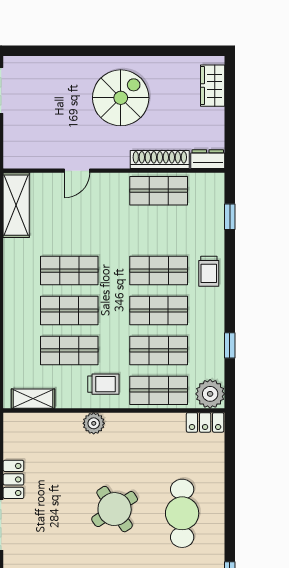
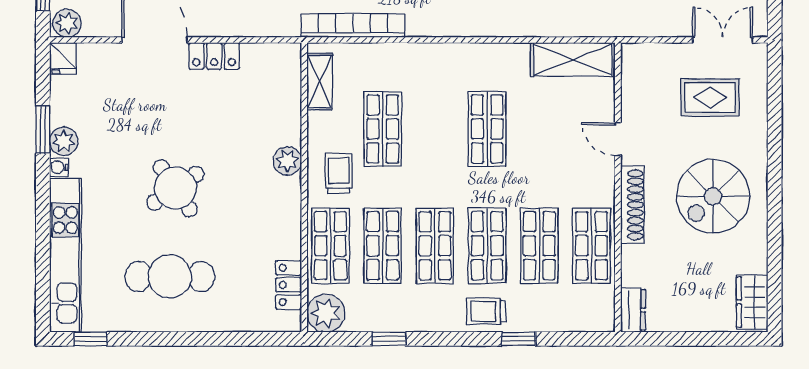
wardrobe: (213, 86) -> (752, 302), moved, turned -90
spiral stairs: (121, 98) -> (713, 196), turned 90
rug: (45, 100) -> (710, 97), added
shoe rack: (160, 159) -> (632, 205), moved
window: (230, 217) -> (518, 339), moved
shop shelf: (69, 310) -> (539, 246), moved
trolley: (103, 384) -> (339, 173), turned 180
locker: (205, 422) -> (289, 285), moved

